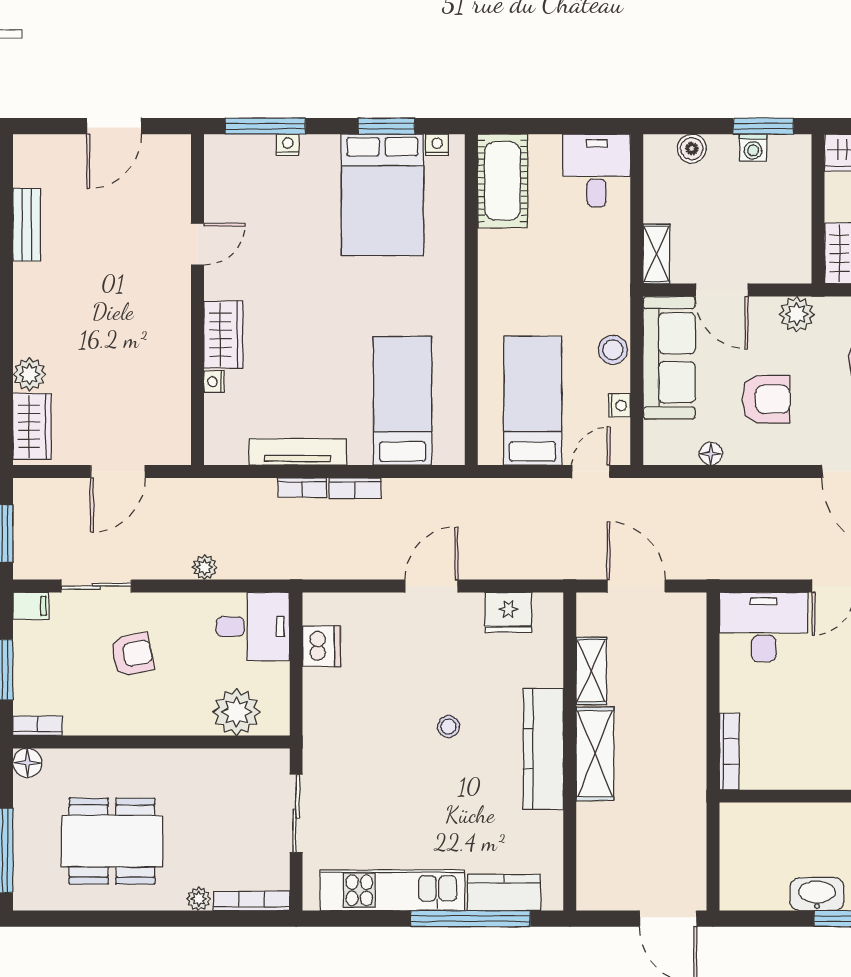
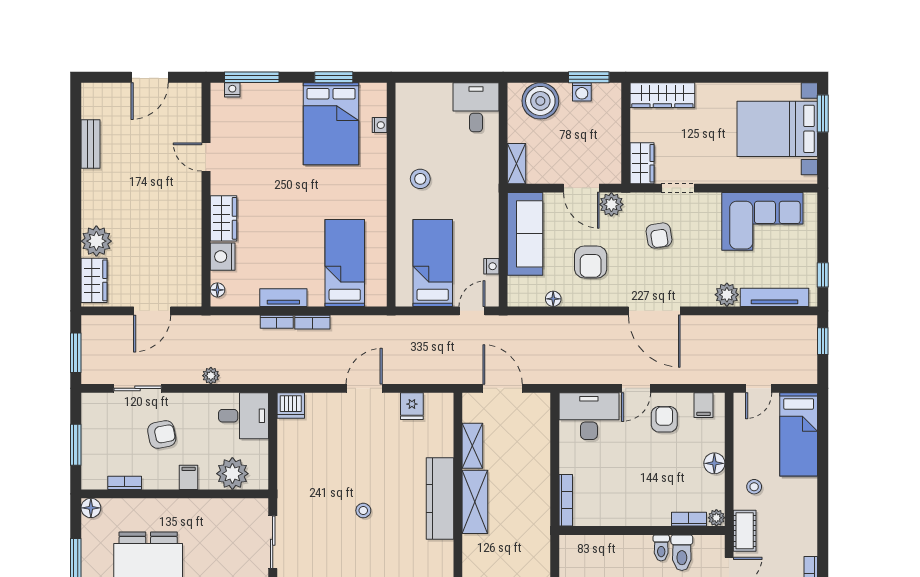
nightstand: (288, 145) -> (232, 90), moved
nightstand: (437, 145) -> (380, 125), moved, turned 90
boiler: (692, 149) -> (540, 101), width x1.86, depth x1.86
cot: (502, 181) -> (412, 114), removed
door: (197, 244) -> (206, 157), swing flipped
door: (722, 290) -> (581, 188), moved
stool: (613, 350) -> (420, 179), moved
plant: (29, 374) -> (96, 241), width x1.36, depth x1.36
nightstand: (214, 382) -> (223, 257), width x1.89, depth x1.79
armchair: (766, 399) -> (591, 262), turned 90
floor lamp: (214, 441) -> (217, 290), added
tv unit: (298, 452) -> (283, 298), width x0.71
filing cabinet: (31, 606) -> (189, 477), moved, turned -90
fridge: (508, 612) -> (412, 406), width x0.72
dishwasher: (321, 646) -> (291, 405), moved, turned 90
bookcase: (38, 726) -> (125, 483), moved
stool: (448, 727) -> (363, 511), moved

